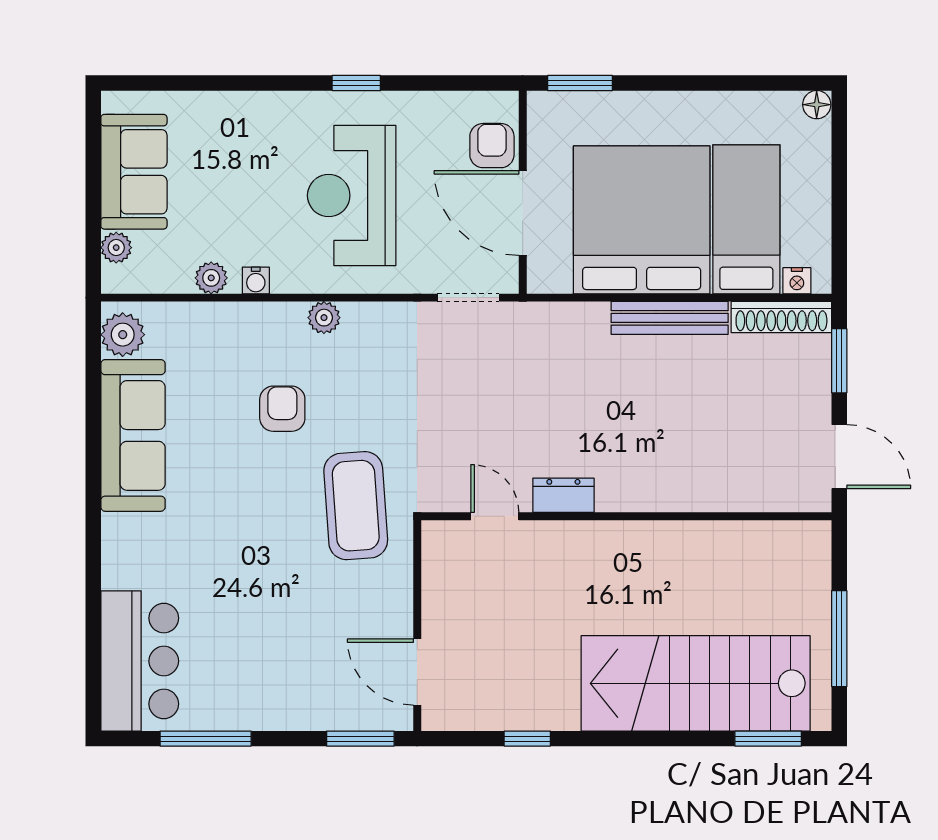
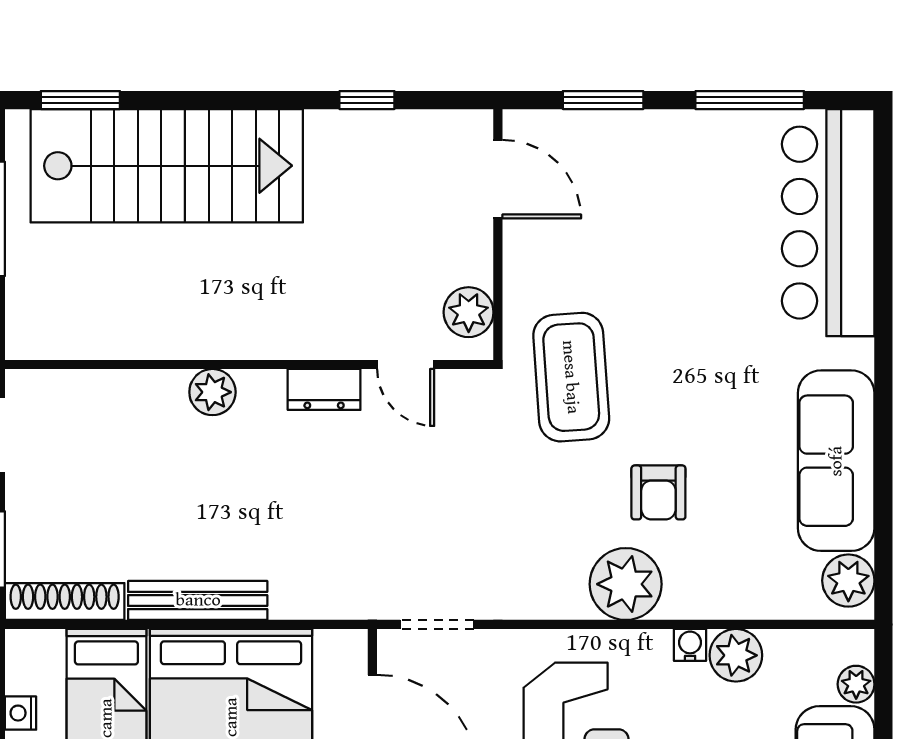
plant: (211, 278) -> (736, 655), width x1.38, depth x1.38
nightstand: (797, 281) -> (21, 713), moved, turned -90
plant: (324, 318) -> (626, 584), width x1.87, depth x1.87
plant: (657, 493) -> (212, 392), added
plant: (442, 560) -> (469, 312), added
bar counter: (140, 661) -> (828, 223), width x1.36
window: (360, 739) -> (603, 100), moved

